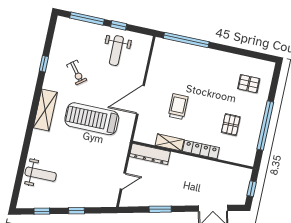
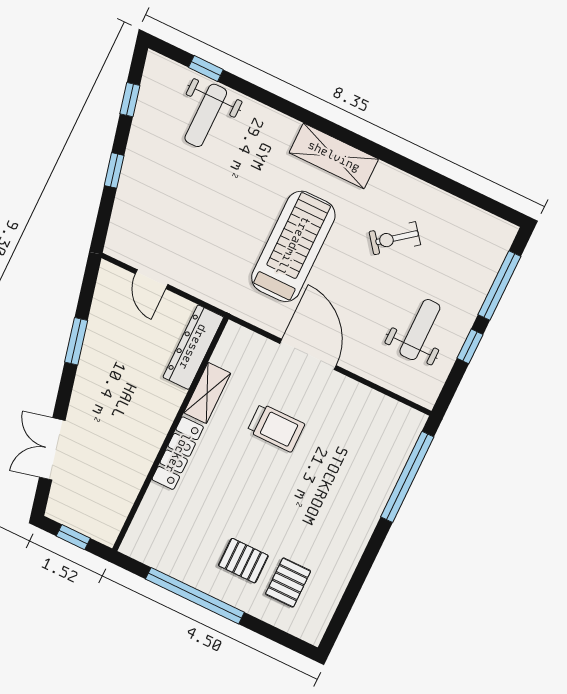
weight bench: (116, 51) -> (420, 330), turned 90
window: (44, 64) -> (206, 69), moved
pallet: (231, 125) -> (243, 561), moved

